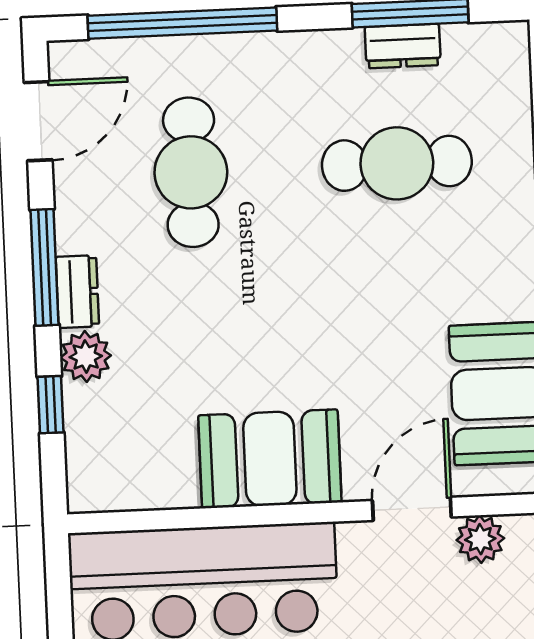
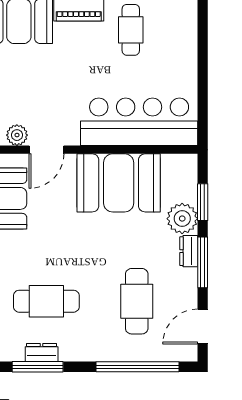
plant: (86, 356) -> (182, 219), width x1.36, depth x1.36
window: (51, 405) -> (203, 202), width x1.50
booth: (270, 459) -> (119, 183), width x1.36, depth x1.42

